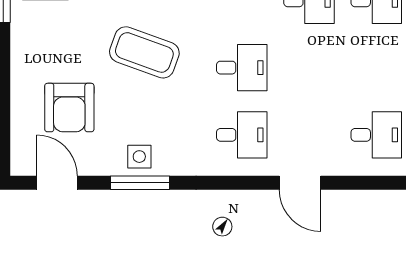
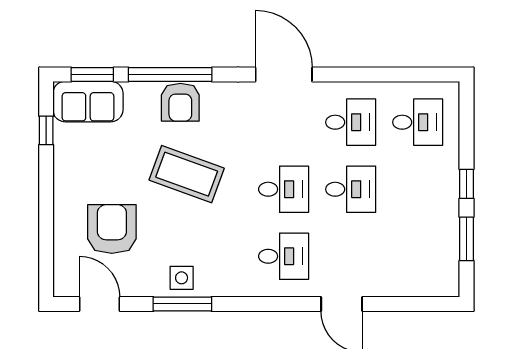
armchair: (69, 108) -> (112, 229), turned 180
desk: (376, 135) -> (351, 189), moved

